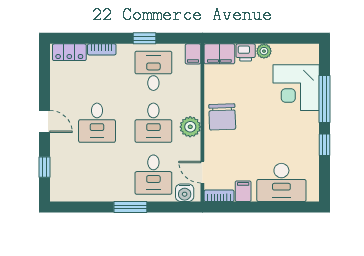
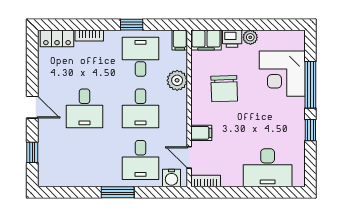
chair: (222, 117) -> (224, 89), moved
plant: (190, 127) -> (177, 80), moved
filing cabinet: (243, 191) -> (201, 133), moved, turned 90

